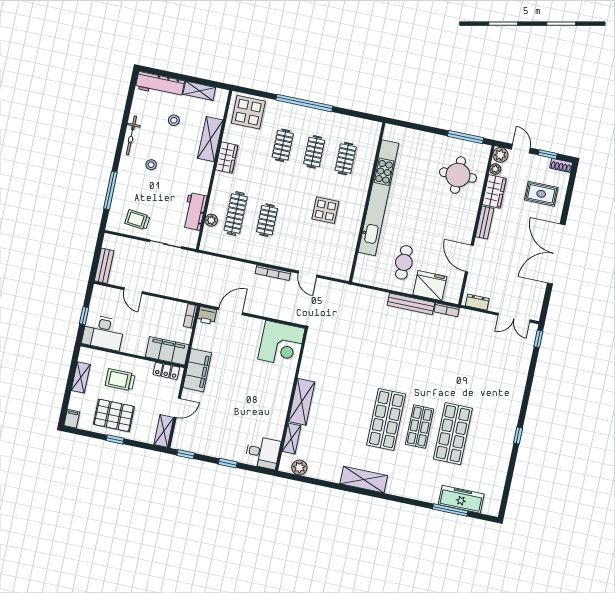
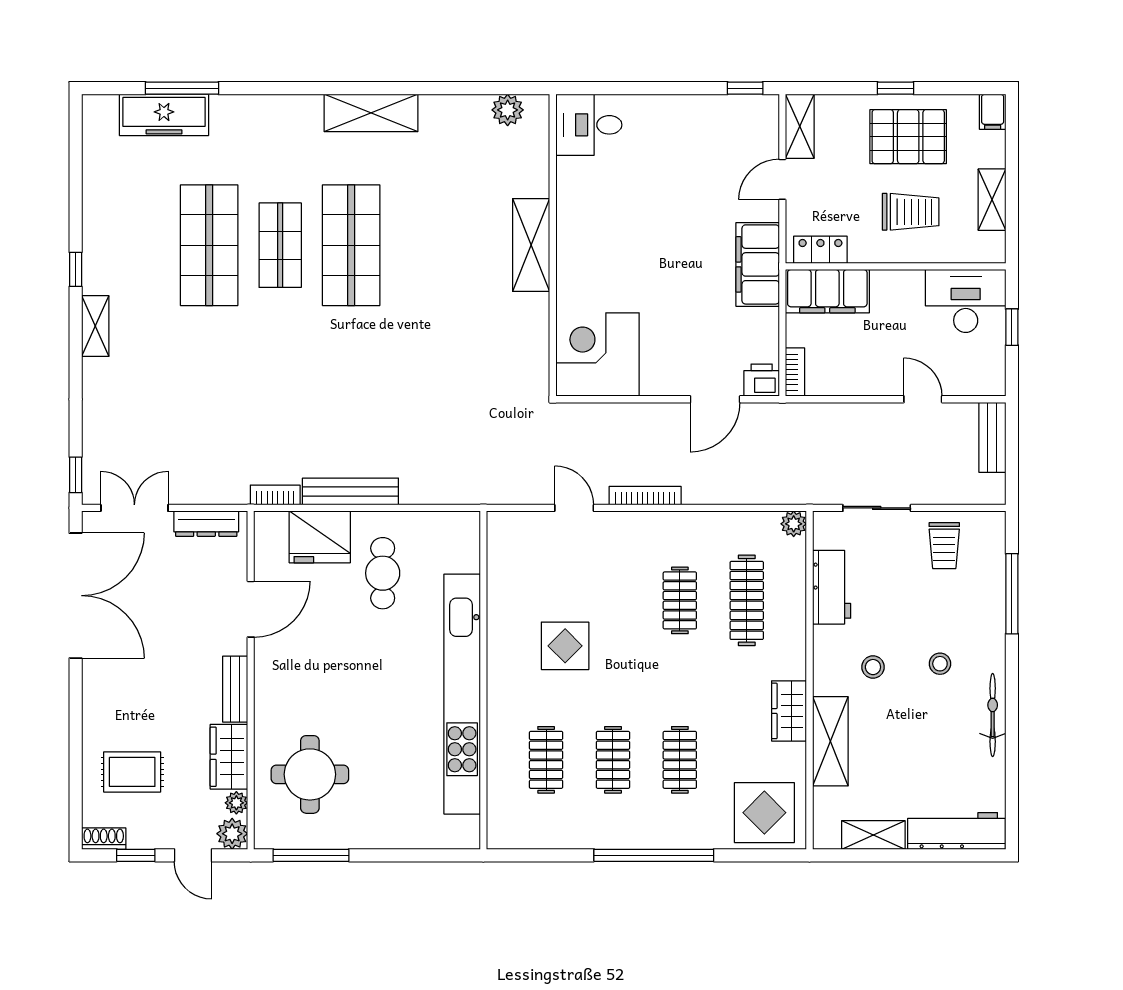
stool: (174, 120) -> (873, 667), moved
trolley: (137, 220) -> (944, 546), turned 84
plant: (211, 220) -> (794, 524), moved
double door: (556, 254) -> (76, 596), moved
door: (469, 259) -> (251, 609), hinge flipped
dresser: (477, 302) -> (206, 524), width x1.44
shelving: (292, 438) -> (95, 326), moved
window: (228, 463) -> (656, 88), removed

